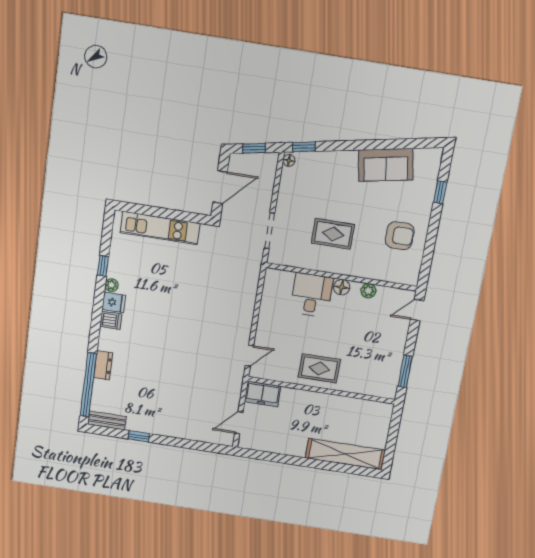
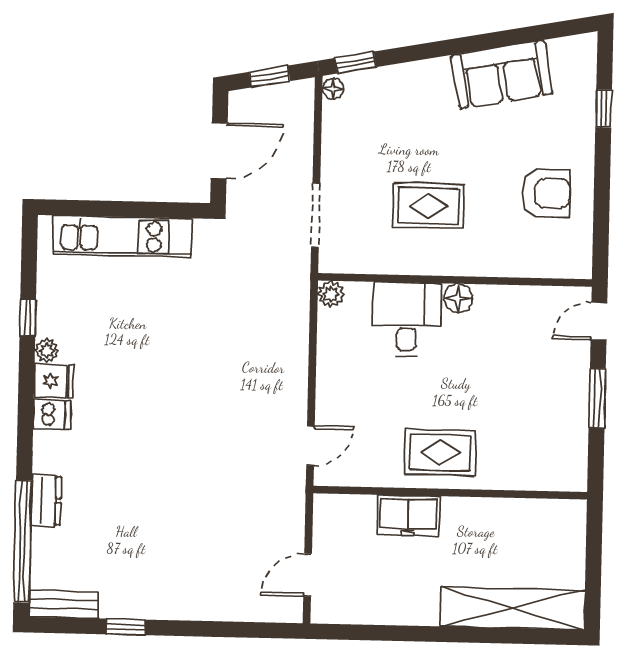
plant: (368, 291) -> (331, 294), moved
window: (405, 371) -> (597, 398), moved
freezer: (263, 394) -> (408, 516), moved

